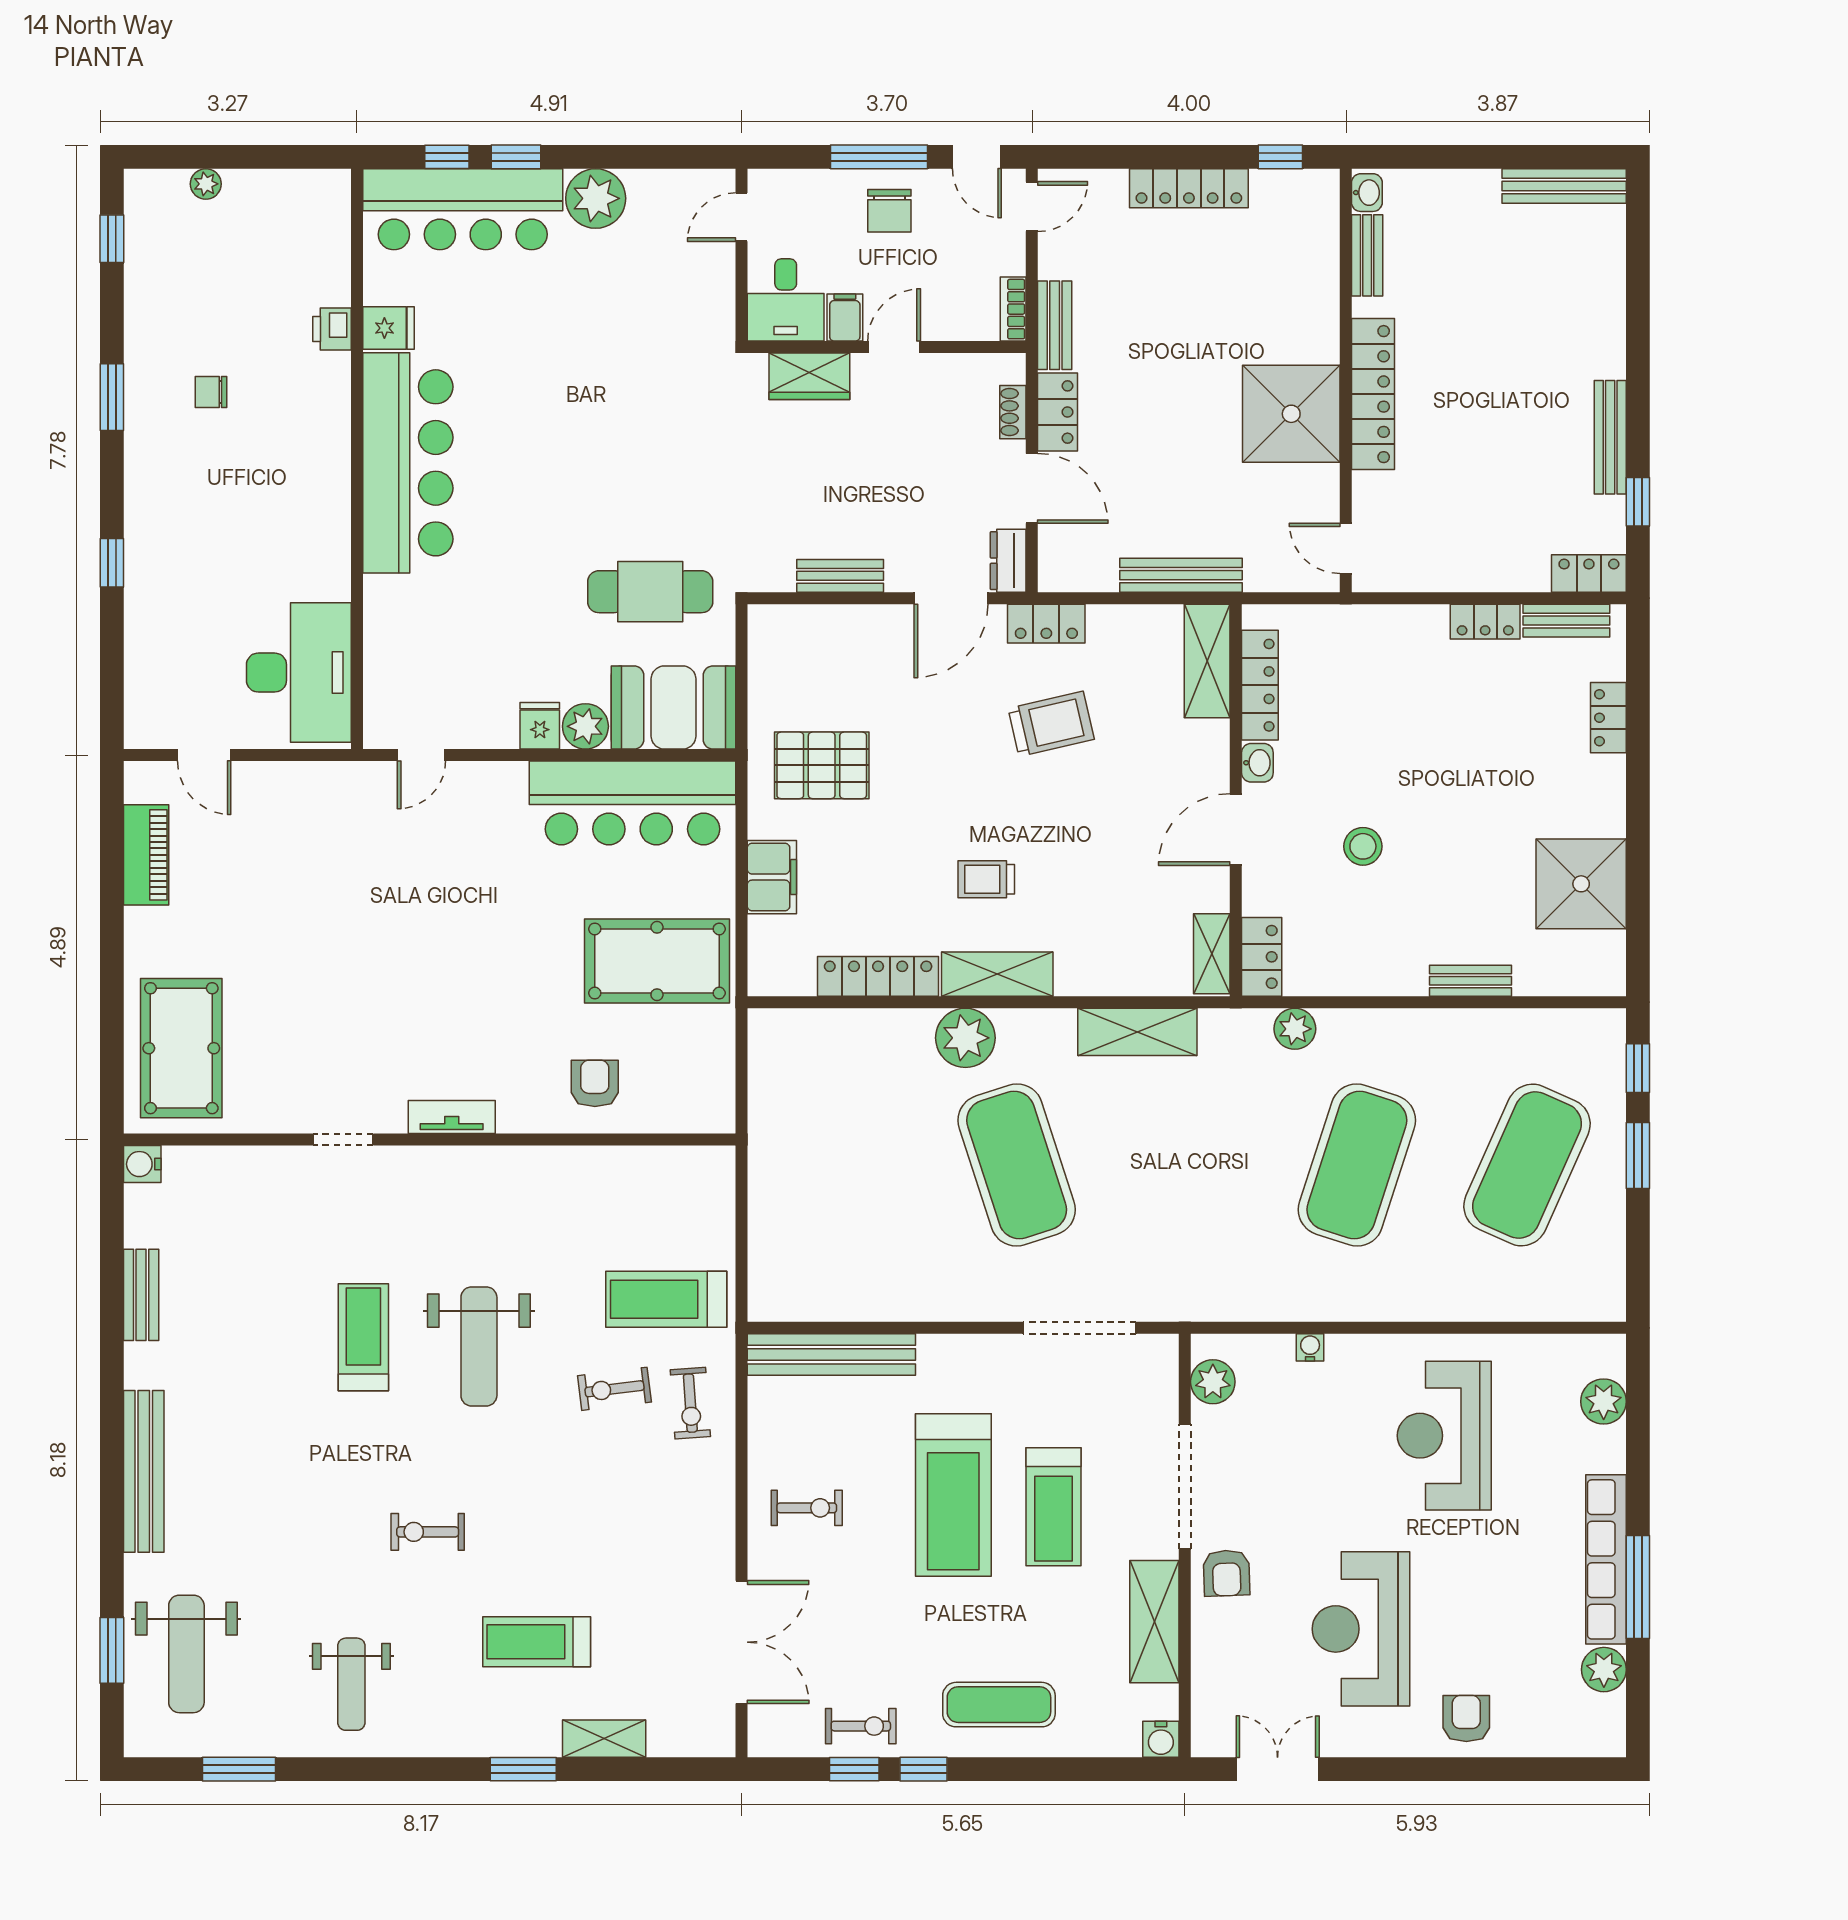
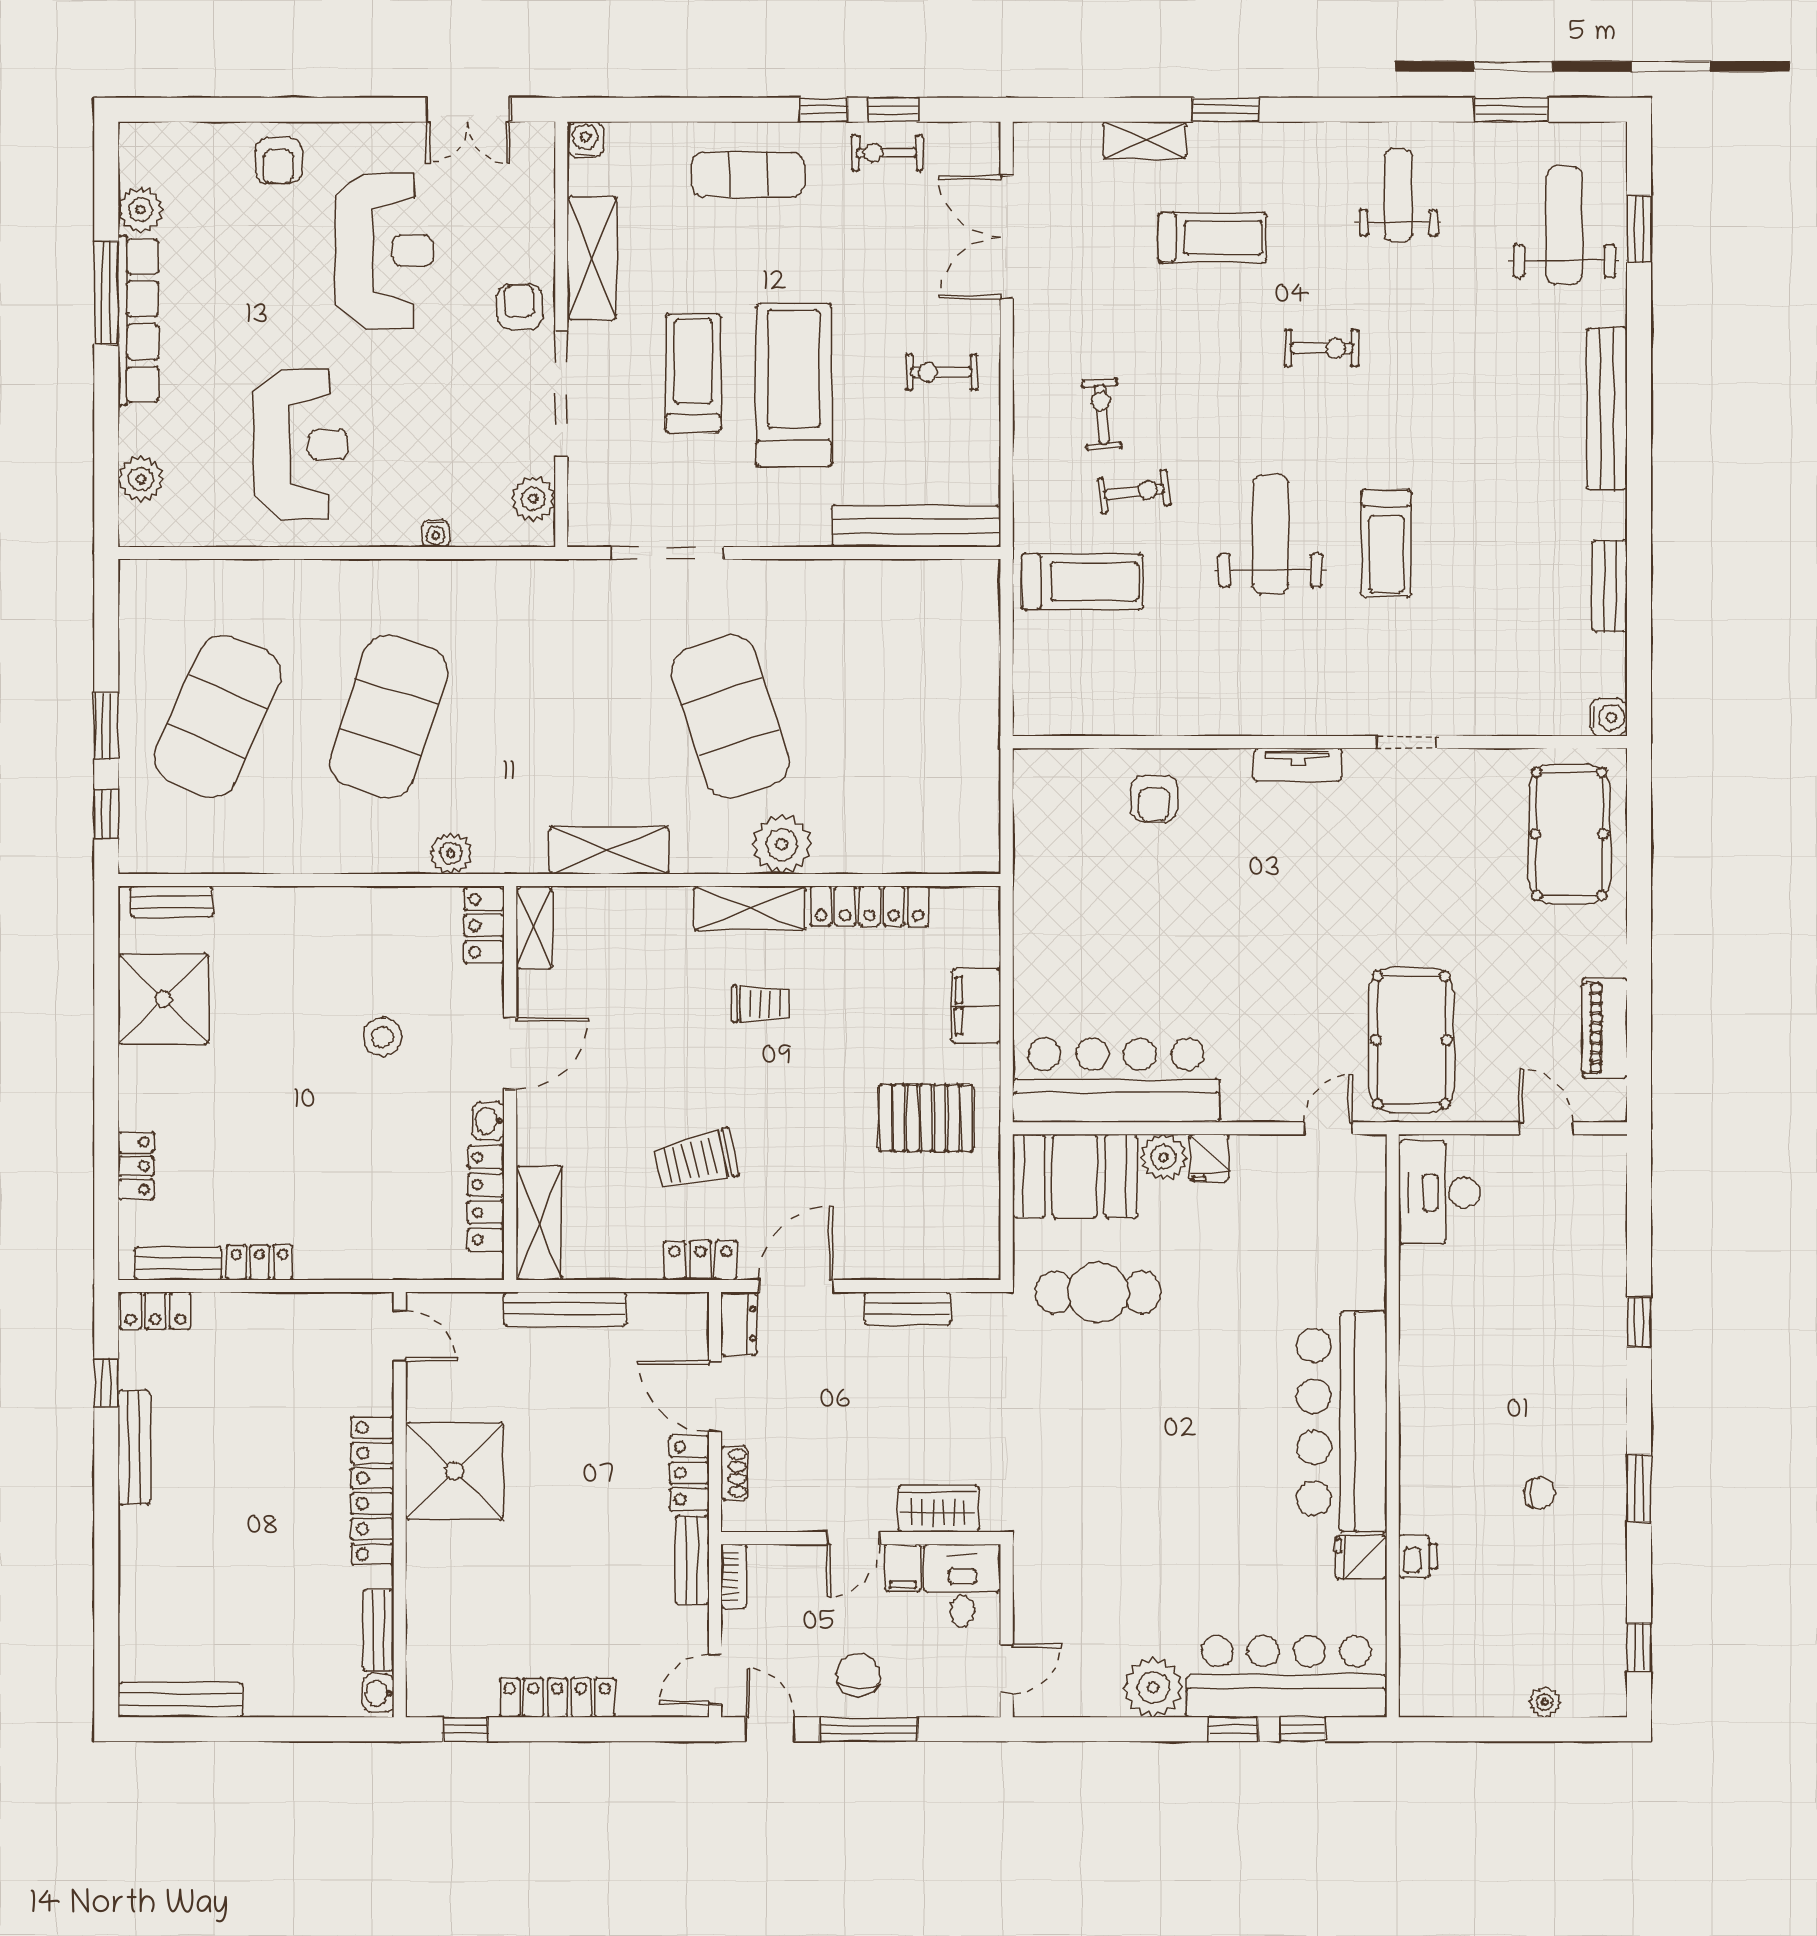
desk: (299, 673) -> (1439, 1192), width x0.73, depth x0.77
pool table: (657, 961) -> (1411, 1040), moved, turned 90
bench: (1471, 981) -> (172, 902), moved
exercise bike: (690, 1403) -> (1102, 414), moved

